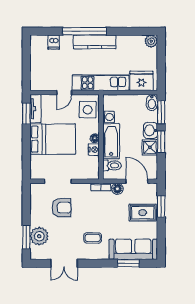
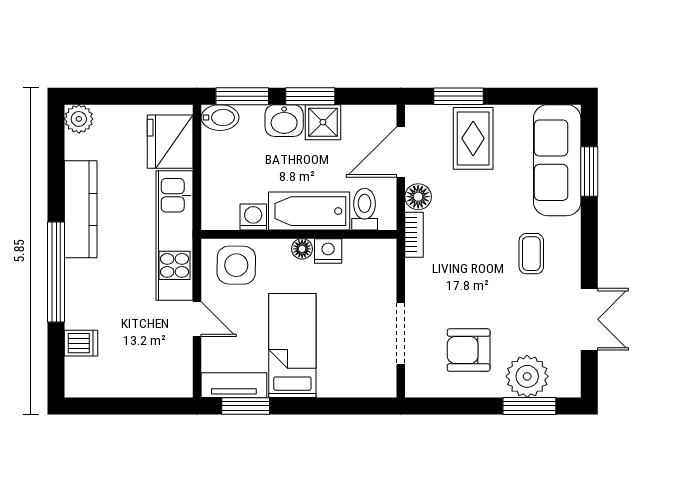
kitchen counter: (95, 42) -> (81, 209), moved
bed: (53, 139) -> (292, 346), width x0.67
armchair: (62, 208) -> (469, 350), moved, turned -90

